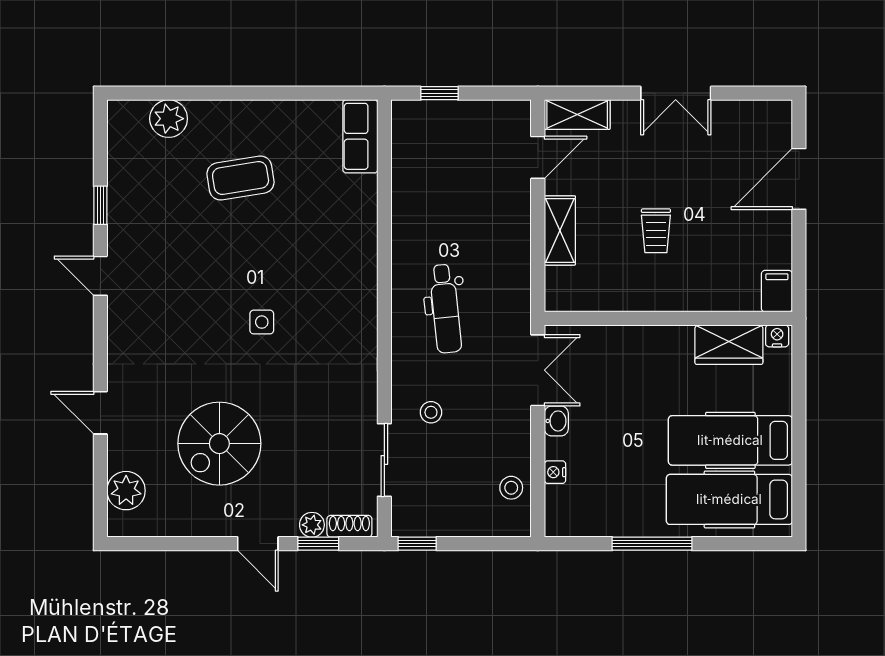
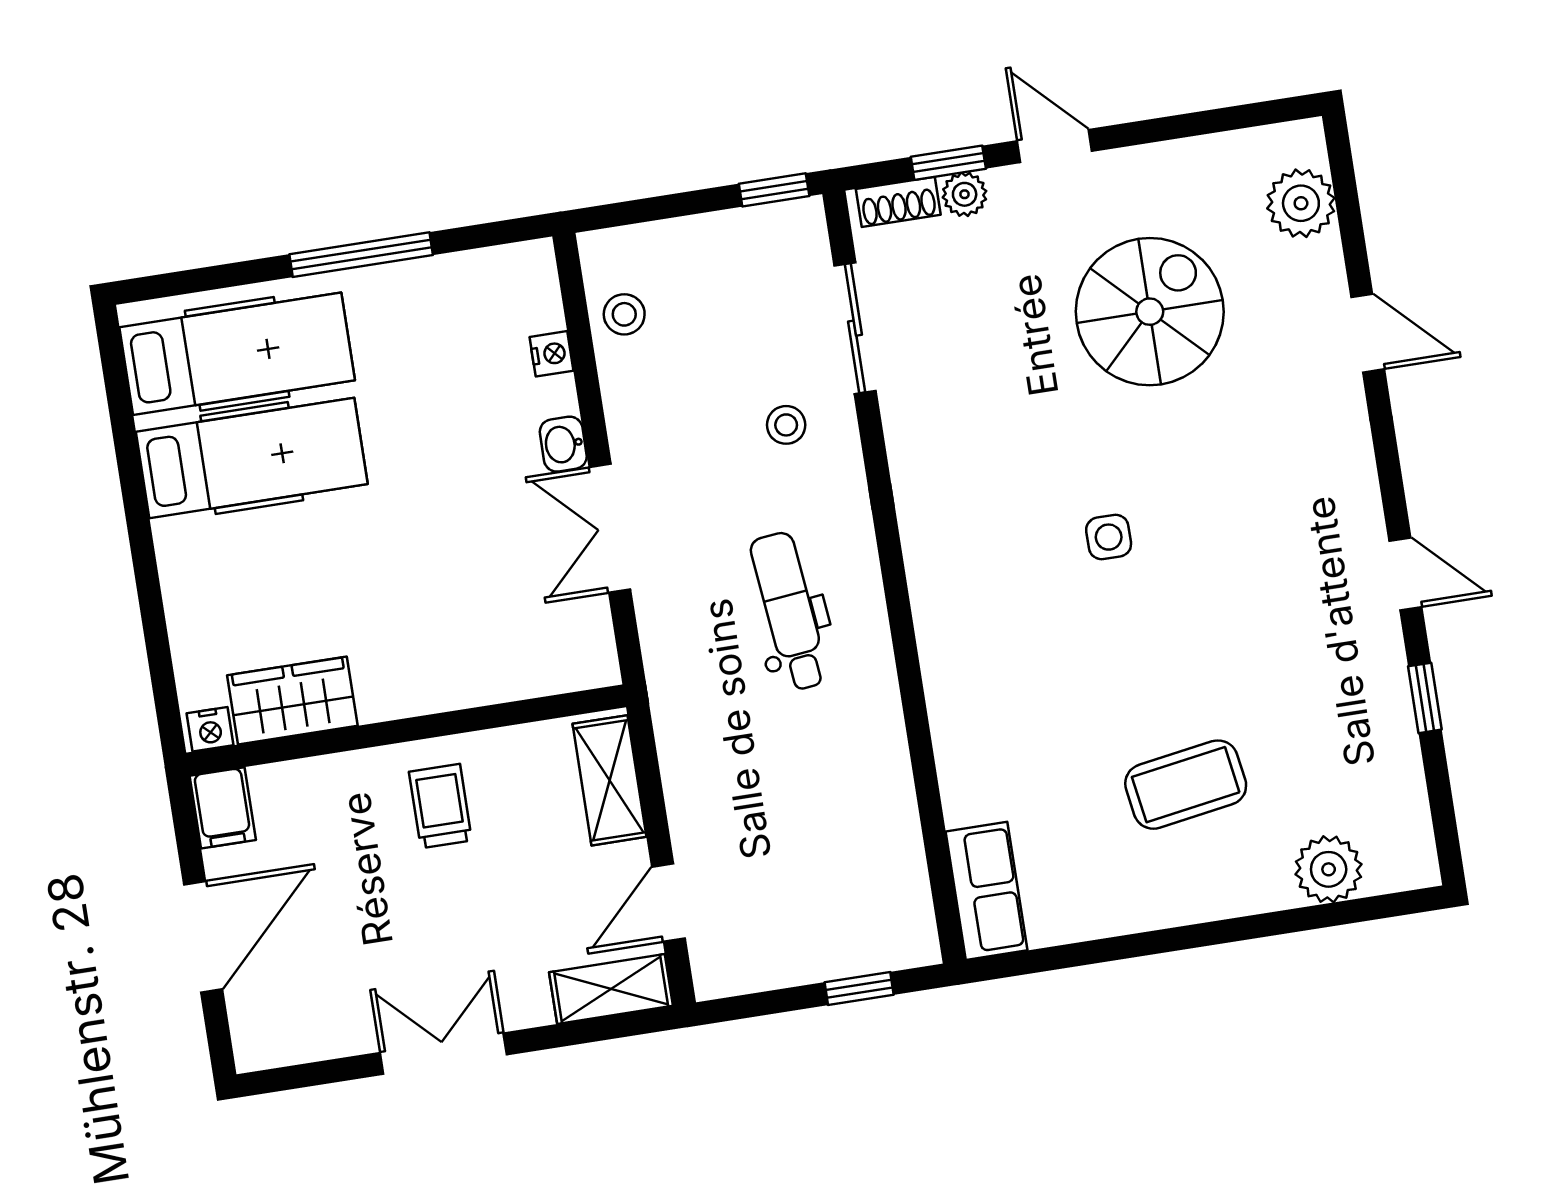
filing cabinet: (777, 291) -> (223, 808), moved
wall: (668, 318) -> (406, 730), moved
nightstand: (777, 336) -> (210, 729), moved
wardrobe: (729, 345) -> (292, 701), moved

